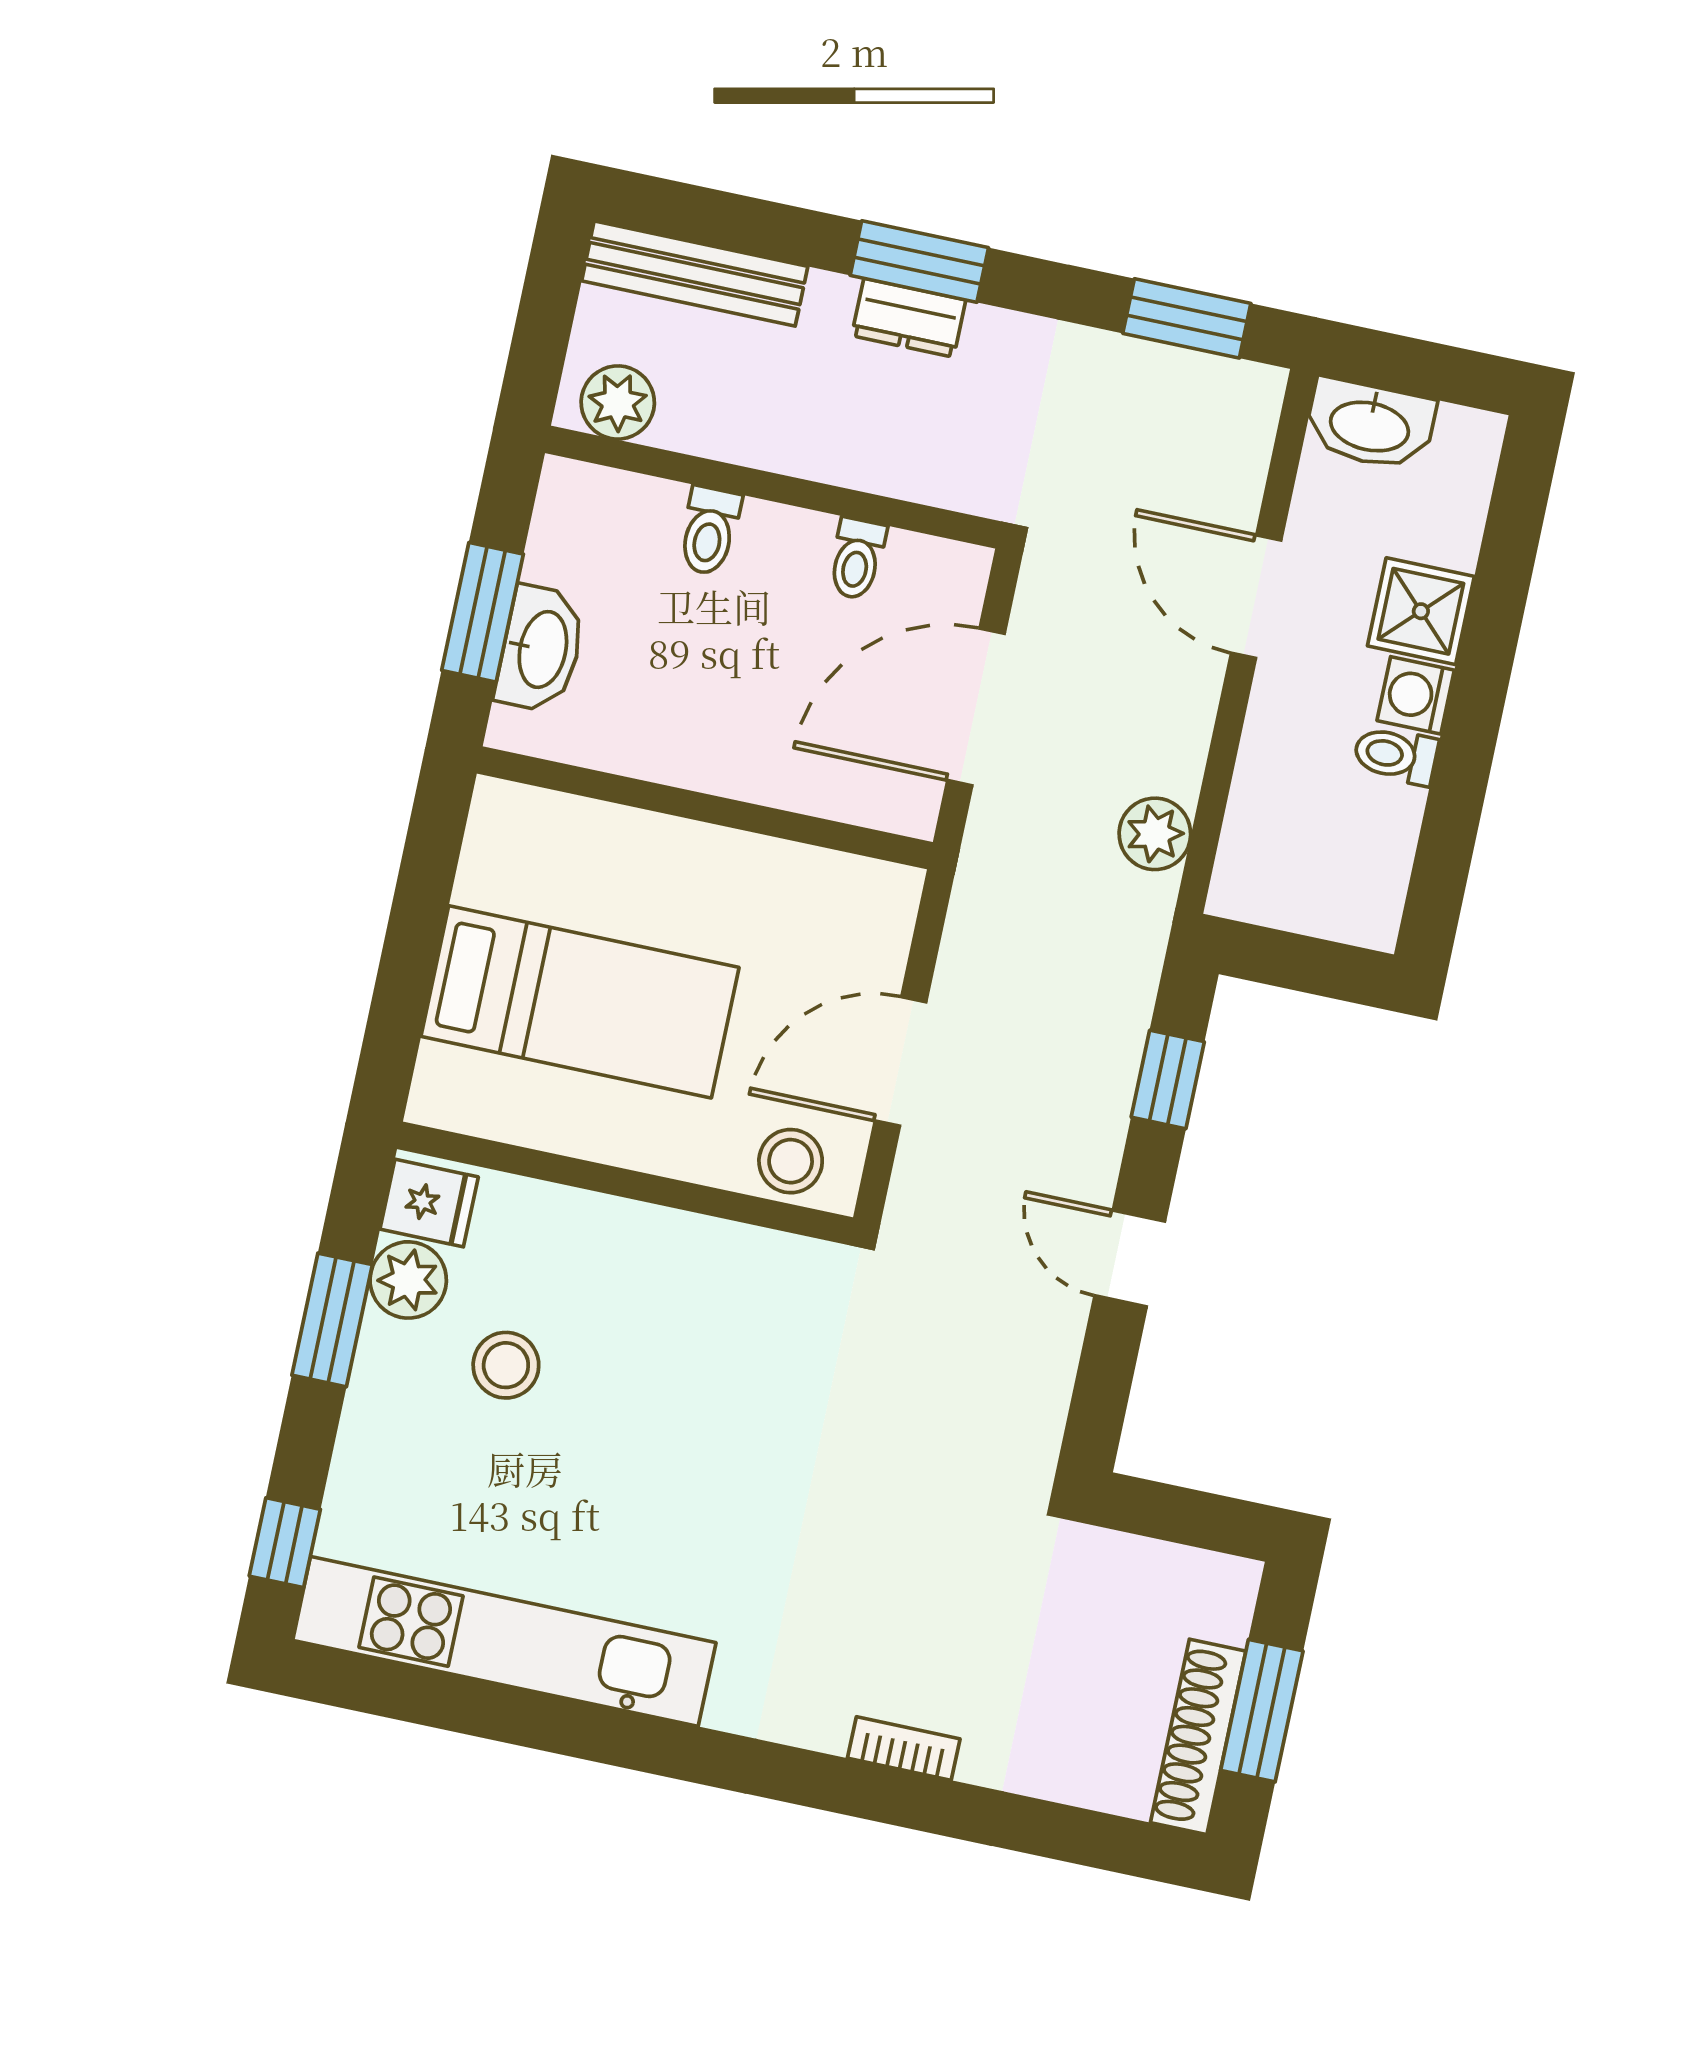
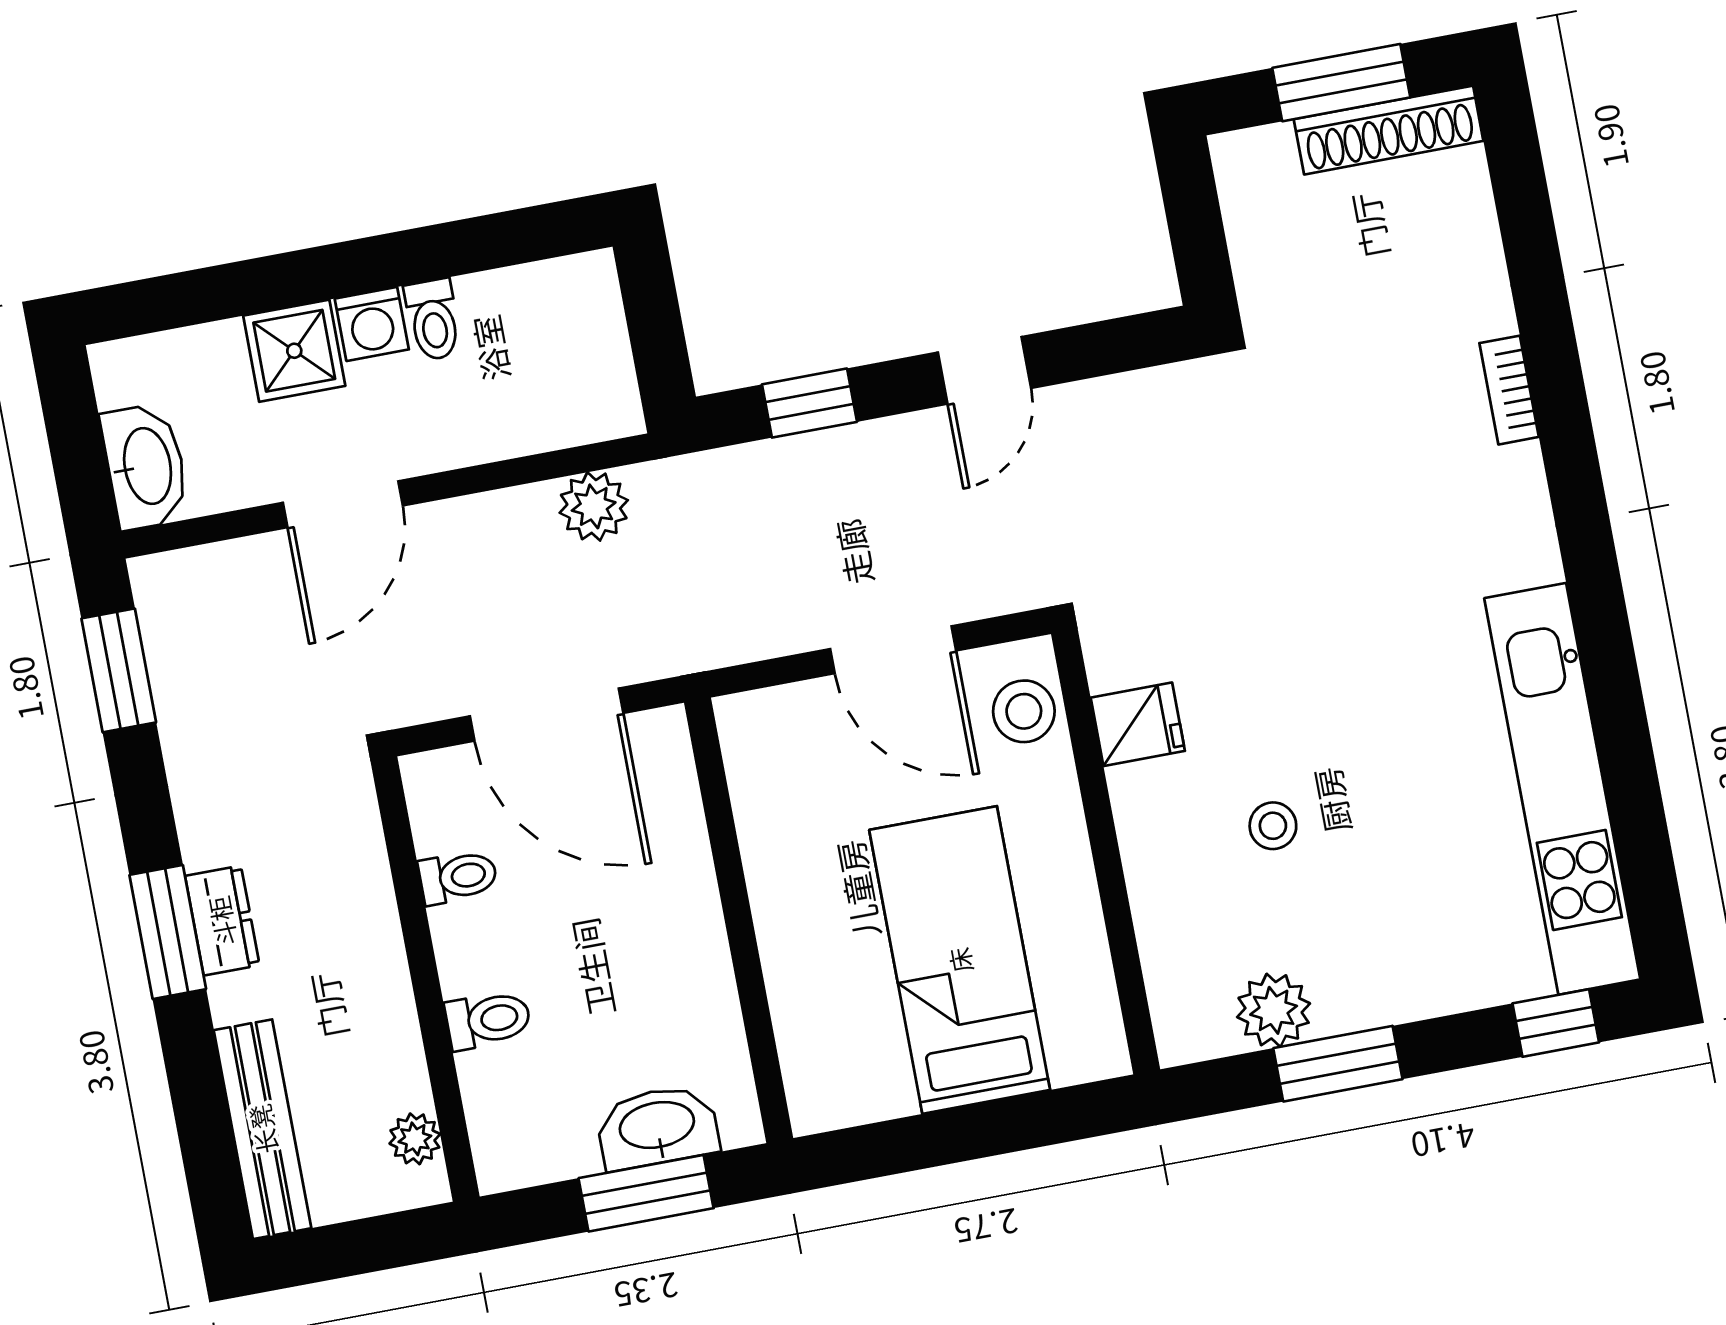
plant: (618, 402) -> (415, 1139), width x0.73, depth x0.73
fridge: (429, 1203) -> (1138, 724), moved, turned 90
stool: (506, 1365) -> (1273, 826), moved, width x0.73, depth x0.73

